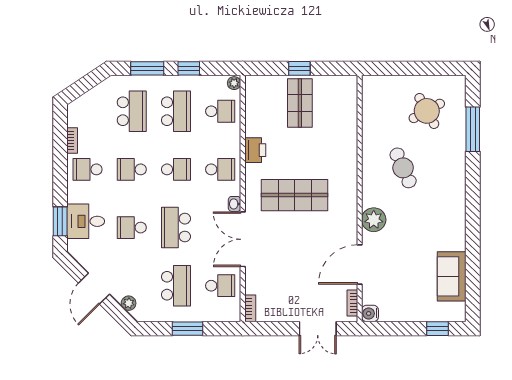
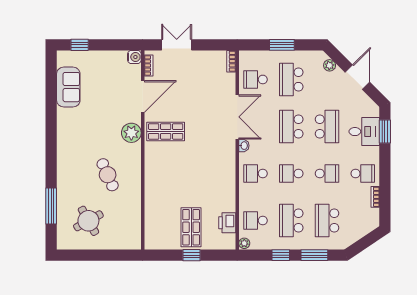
printer: (255, 150) -> (227, 223), moved
shop shelf: (295, 195) -> (166, 131), moved, width x0.70, depth x0.74
school desk: (132, 228) -> (327, 126), width x1.85
school desk: (176, 228) -> (291, 126), turned 180

